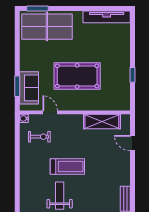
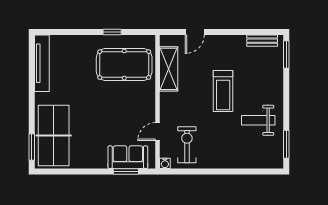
pool table: (77, 76) -> (124, 65), moved, turned 90
exercise bike: (39, 137) -> (187, 145), width x1.38, depth x1.39
treadmill: (67, 167) -> (223, 91), moved, turned 180

